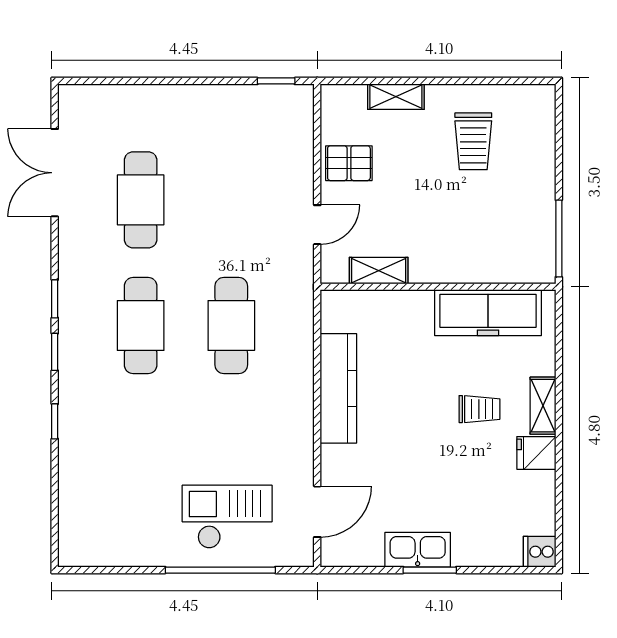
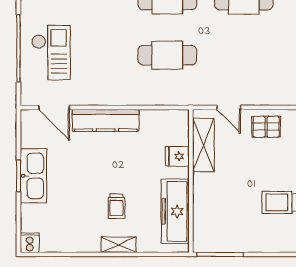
pallet: (349, 163) -> (266, 127), turned 90
shelving: (379, 271) -> (203, 145), width x1.50, depth x1.33
kitchen counter: (338, 388) -> (106, 120), moved
fridge: (536, 453) -> (177, 156), moved, turned -90
kitchen sink: (418, 550) -> (33, 176), width x1.36, depth x1.24

